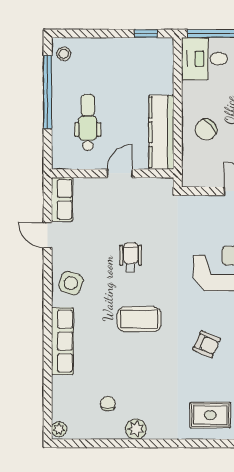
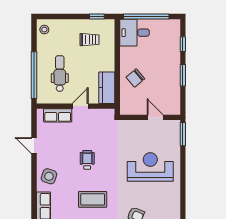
trolley: (134, 69) -> (89, 40), added
window: (48, 92) -> (34, 75), moved
kitchen counter: (161, 132) -> (107, 88), width x0.67
row of seats: (62, 199) -> (58, 115), moved, turned 90

